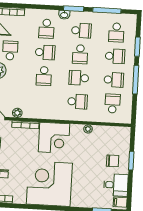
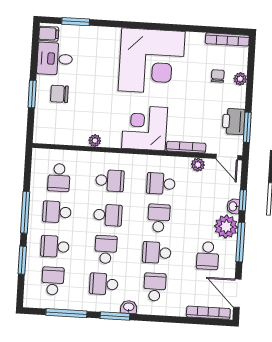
school desk: (43, 100) -> (161, 184), added
school desk: (78, 102) -> (110, 181), turned 180

